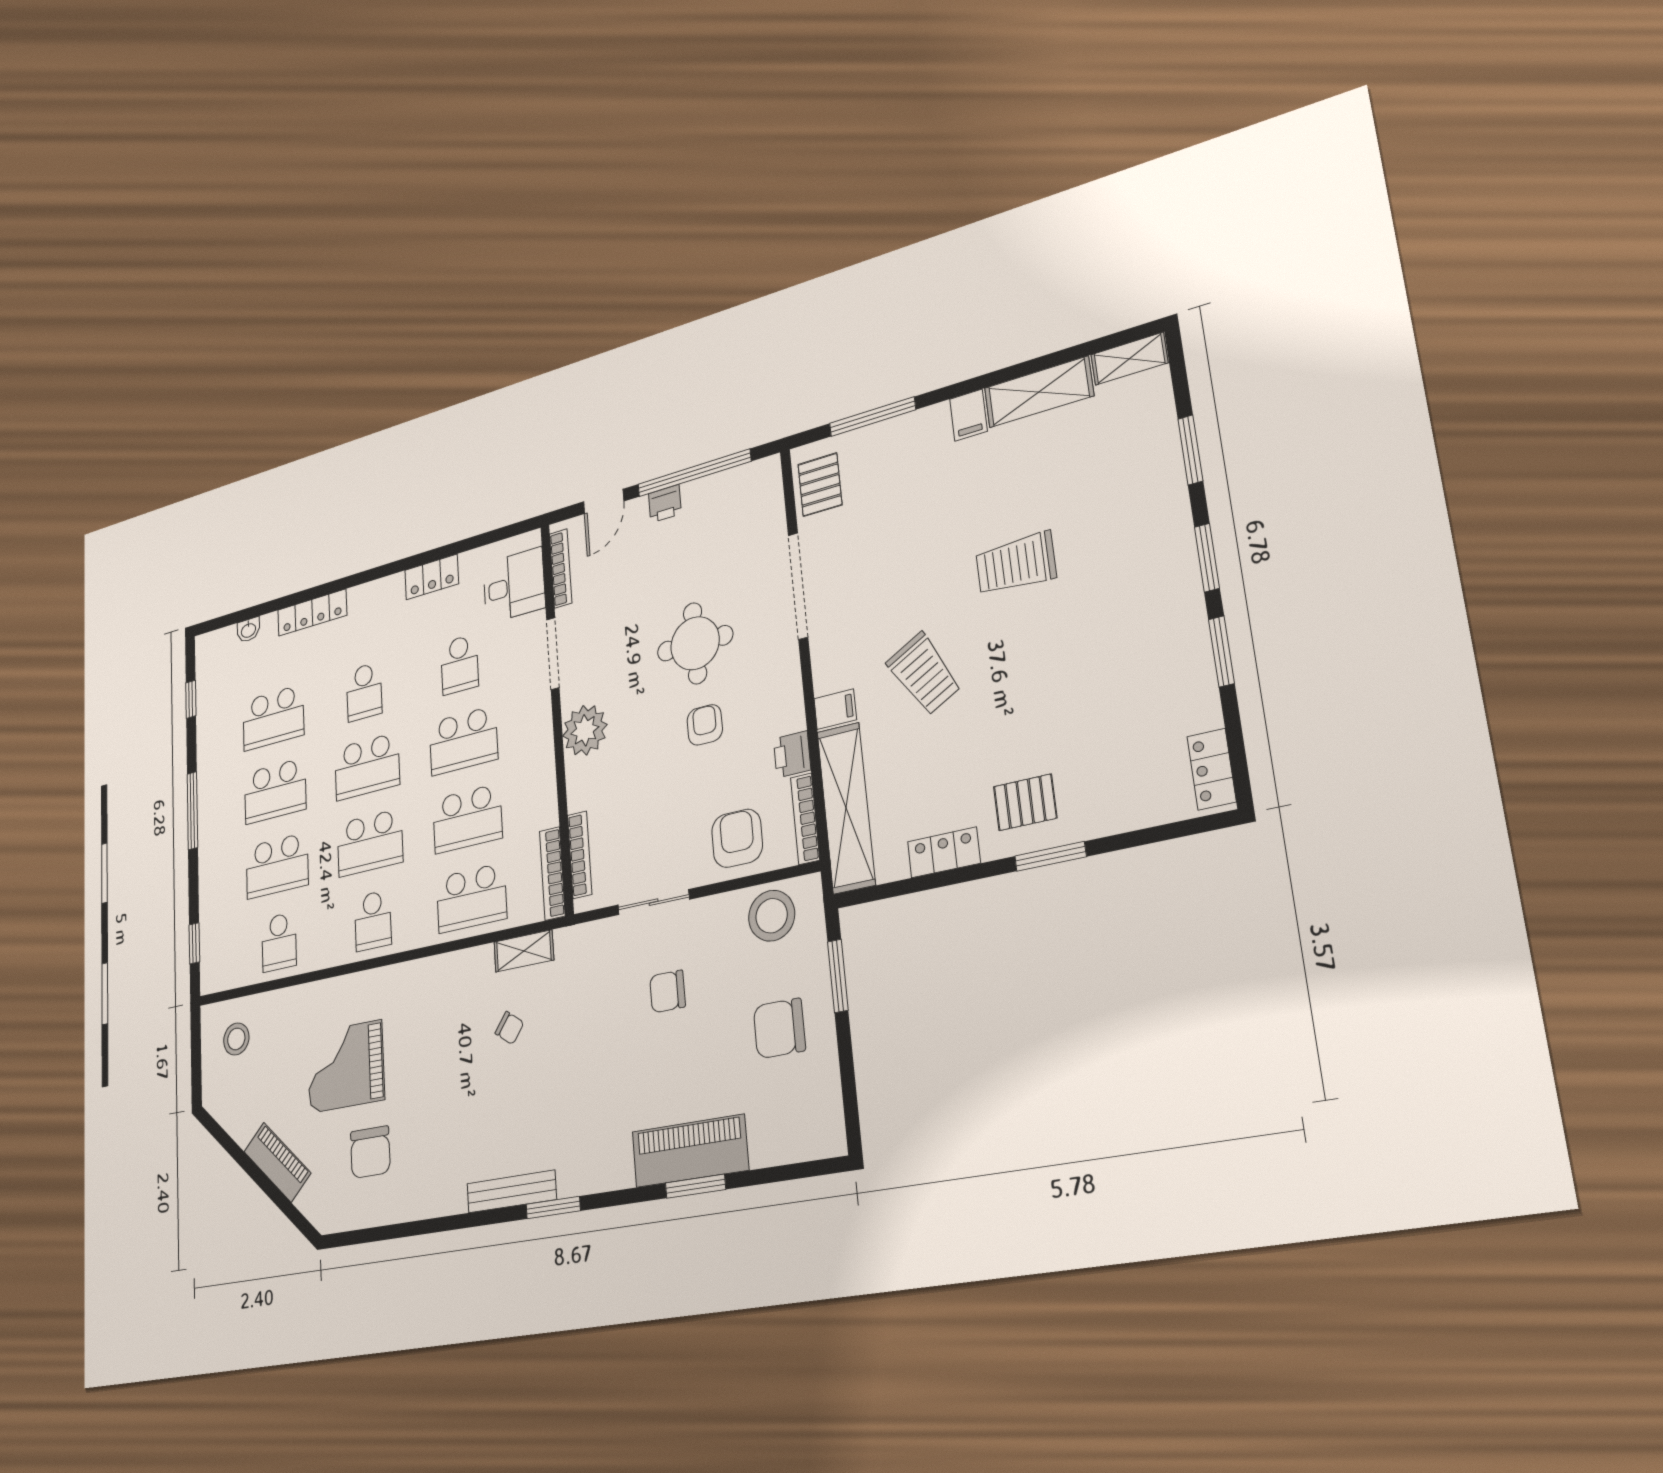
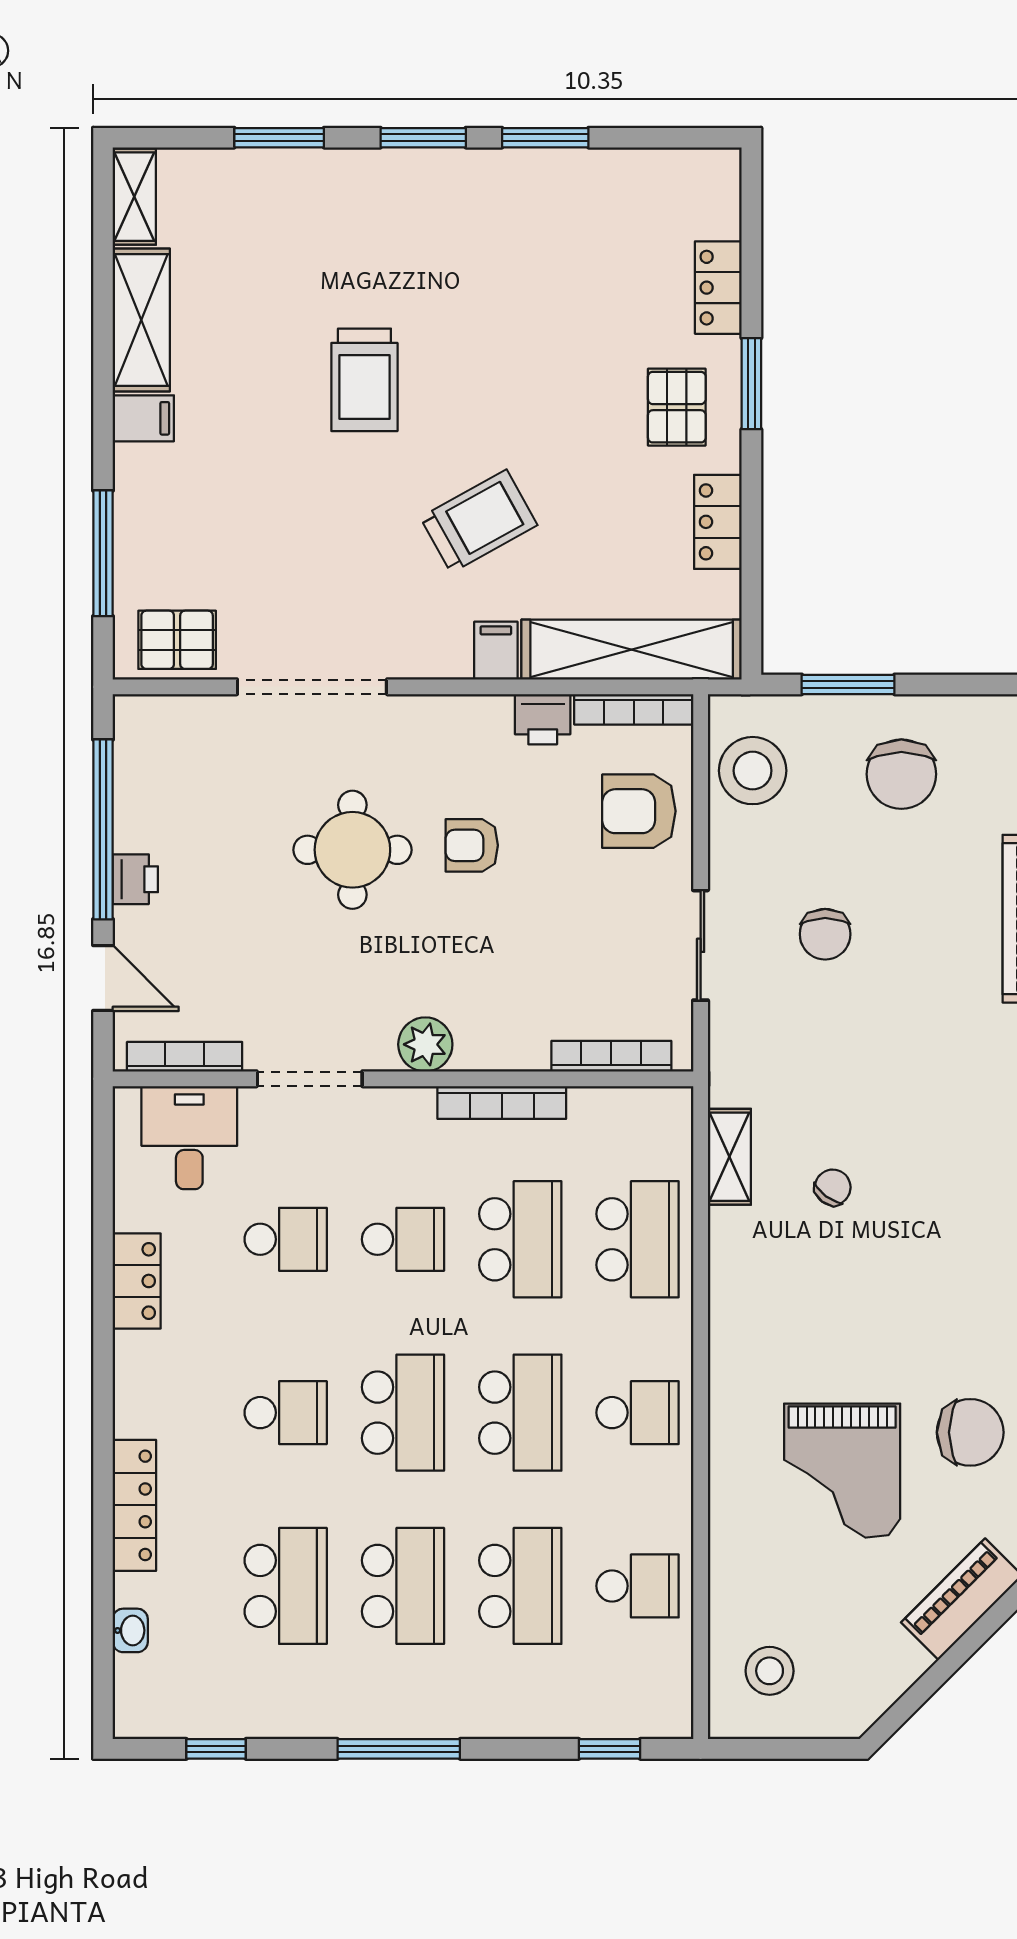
plant: (585, 730) -> (425, 1044), width x0.73, depth x0.73
school desk: (463, 741) -> (403, 1239), width x0.54
locker: (1212, 769) -> (718, 288), moved, turned 90
bookcase: (552, 873) -> (502, 1102), moved

